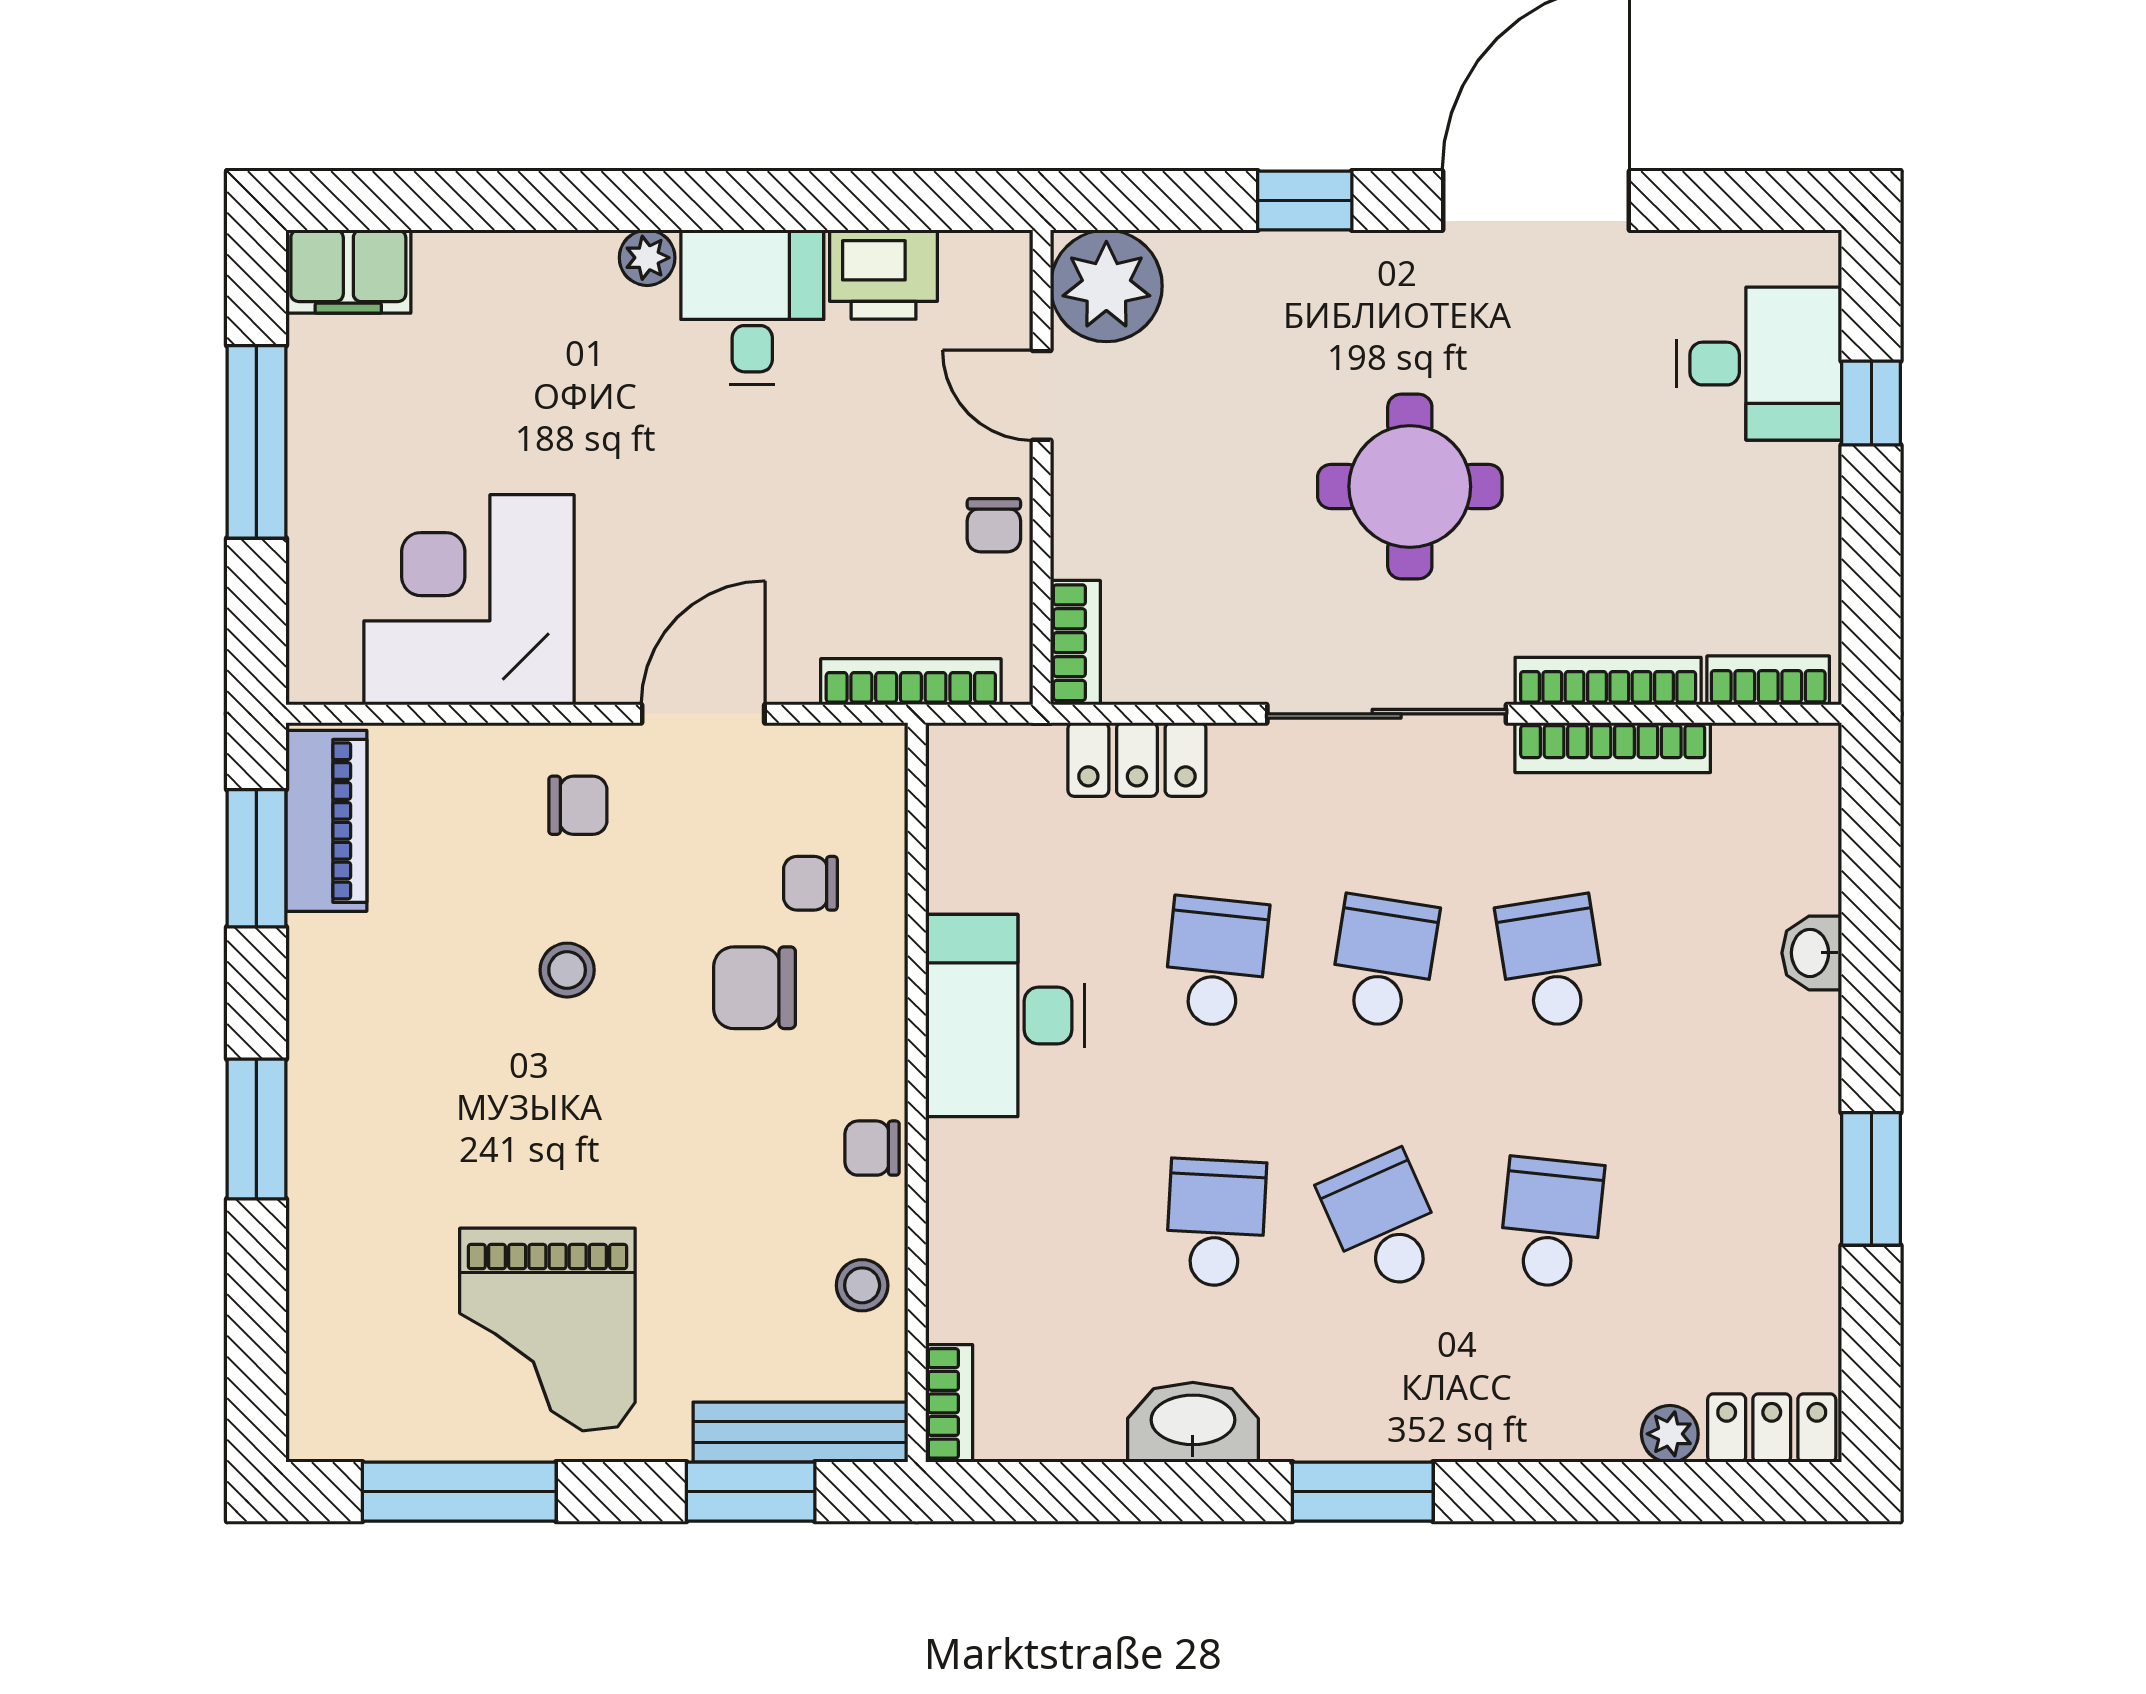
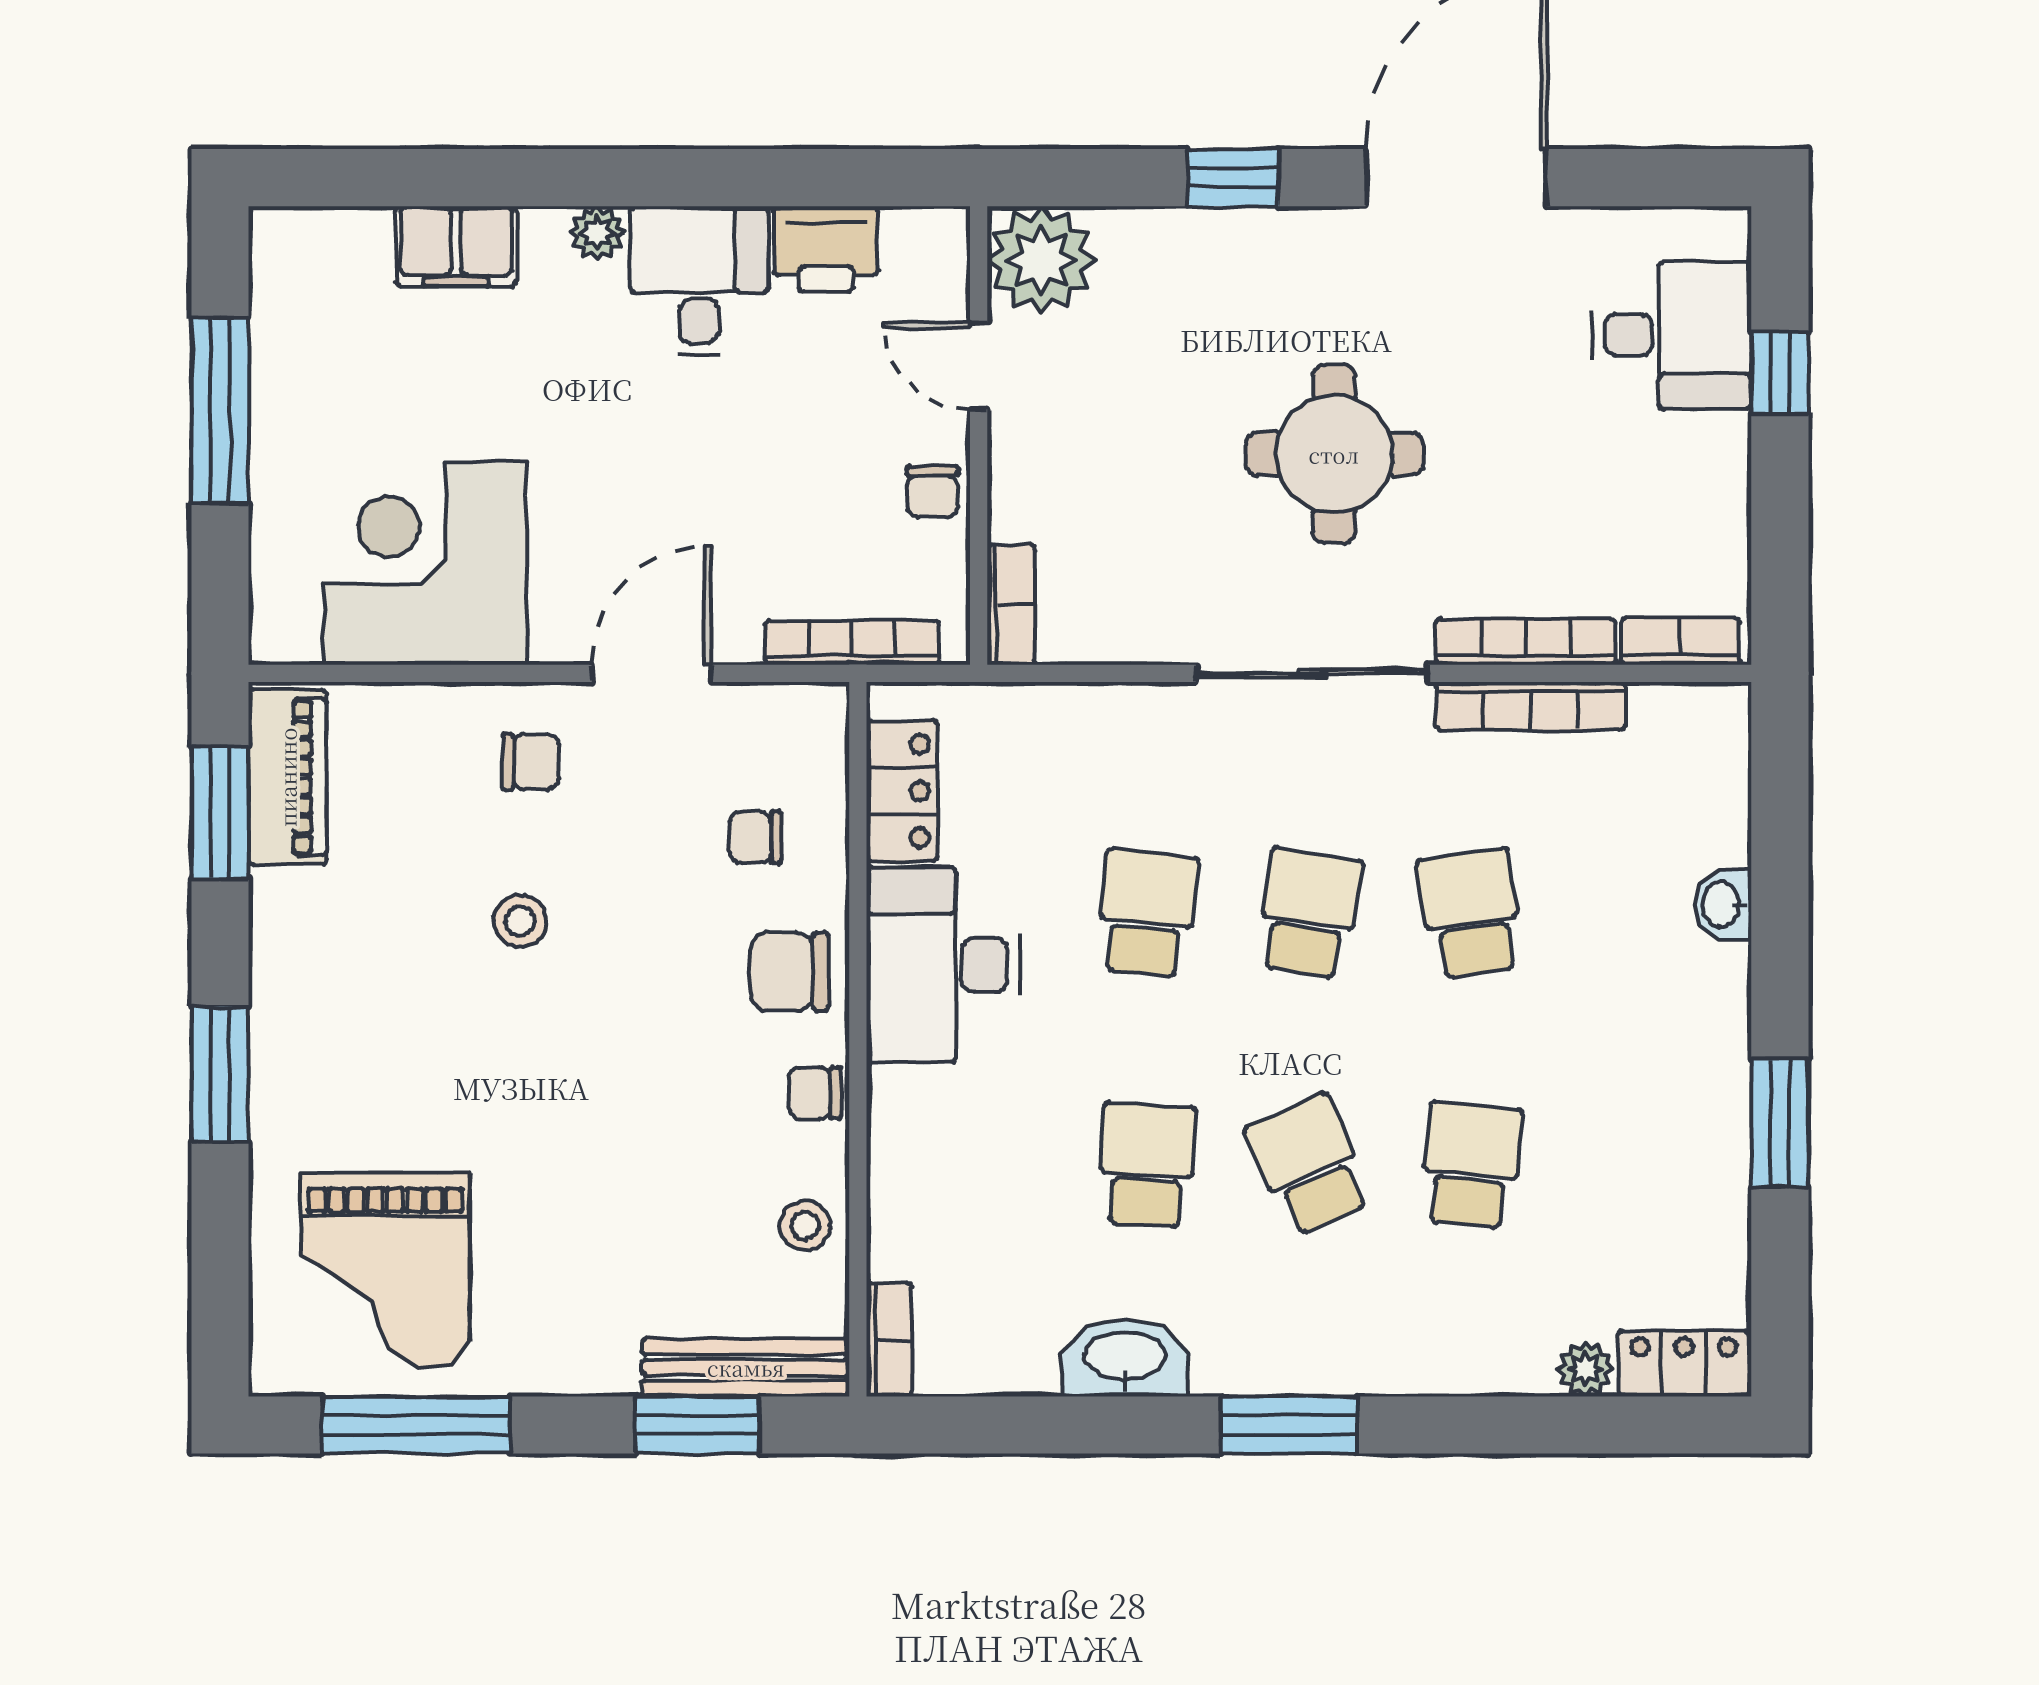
filing cabinet: (348, 272) -> (456, 246), moved
locker: (1137, 759) -> (902, 791), moved, turned -90
chair: (754, 988) -> (789, 972), moved
grand piano: (547, 1330) -> (385, 1271), moved

